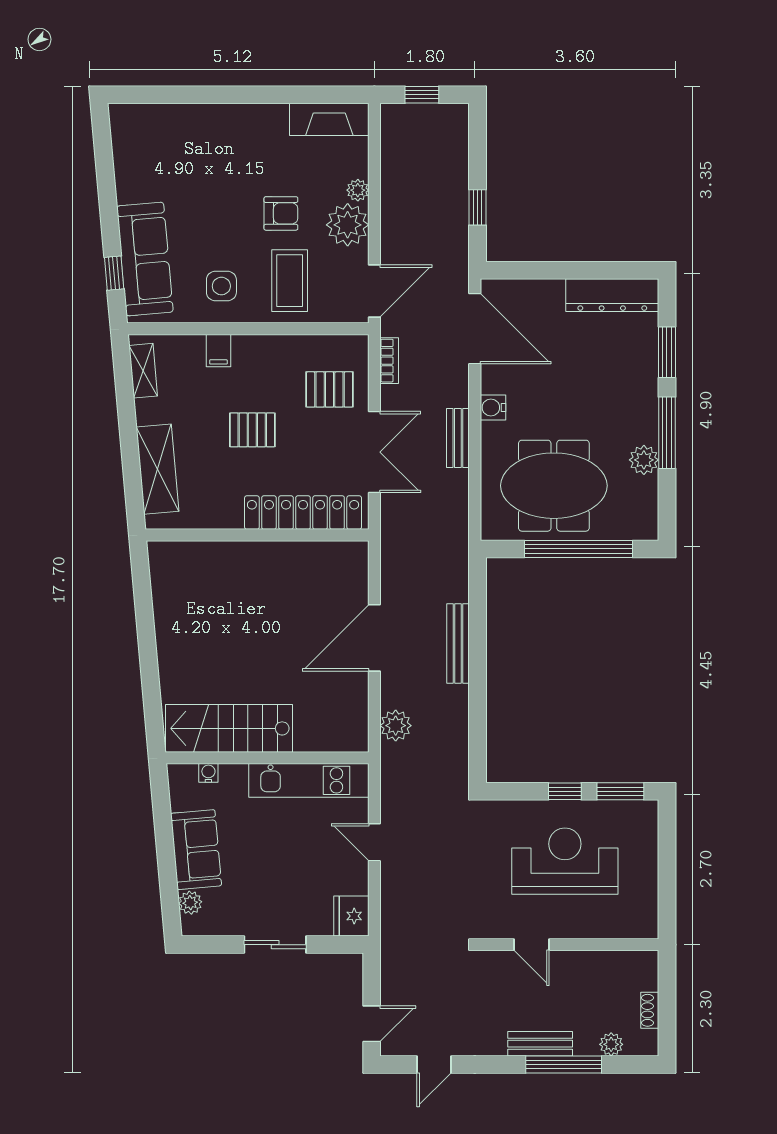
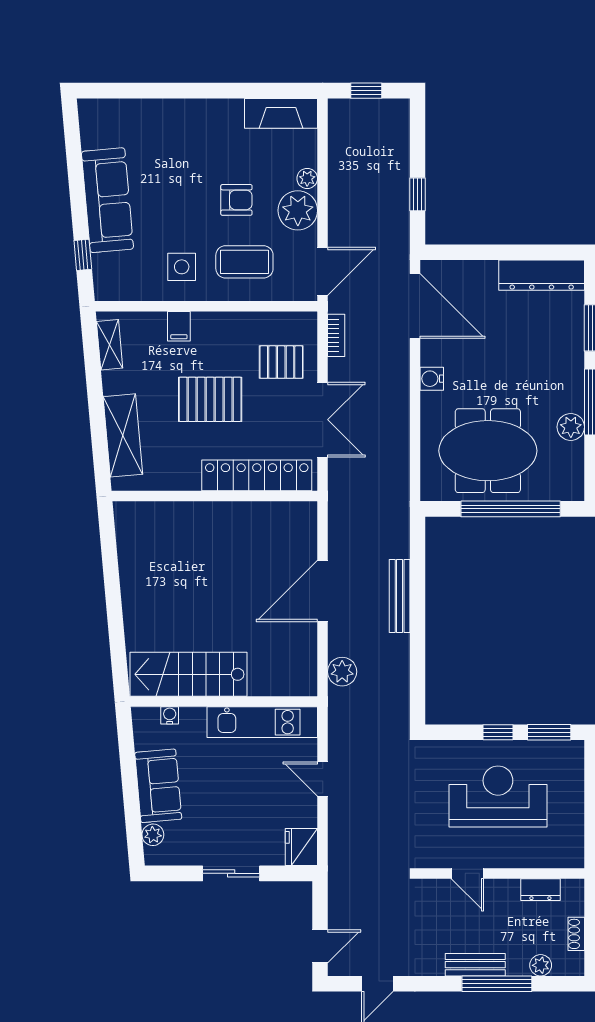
sofa: (145, 259) -> (107, 200), moved
coffee table: (290, 281) -> (244, 262), turned 90
pallet: (252, 430) -> (210, 399), width x1.50, depth x1.42
bench: (458, 438) -> (399, 407), removed
dresser: (611, 962) -> (540, 890), added

